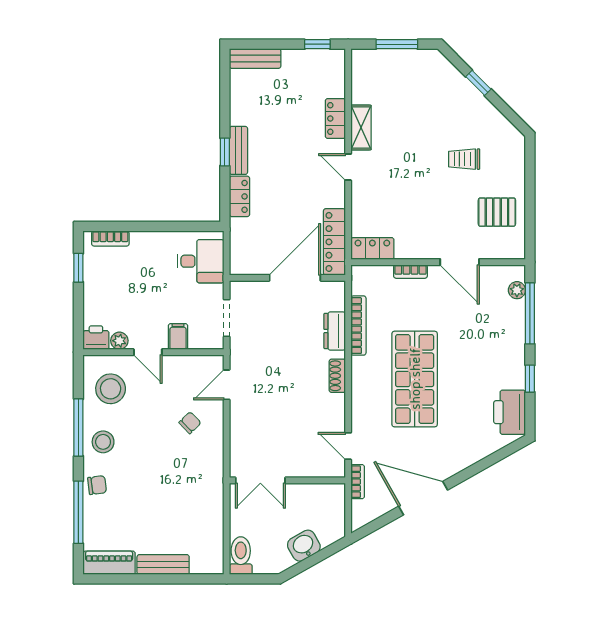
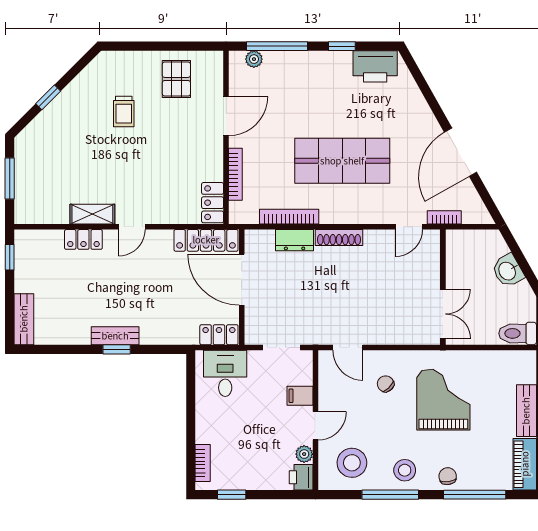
locker: (239, 196) -> (219, 335), moved
bookcase: (410, 272) -> (235, 174), width x1.56
shoe rack: (337, 376) -> (339, 238), width x1.43
grand piano: (174, 481) -> (443, 400), added

